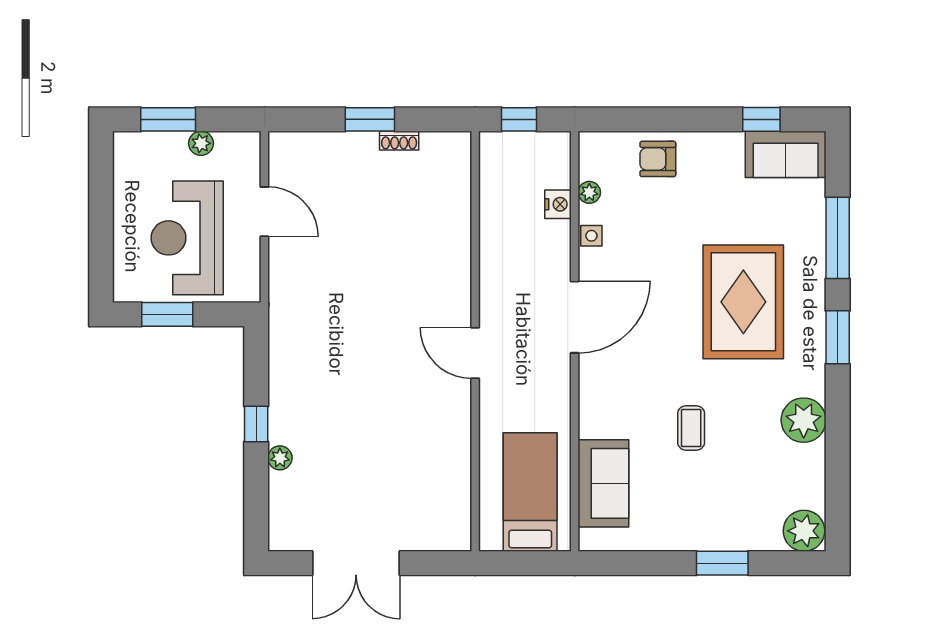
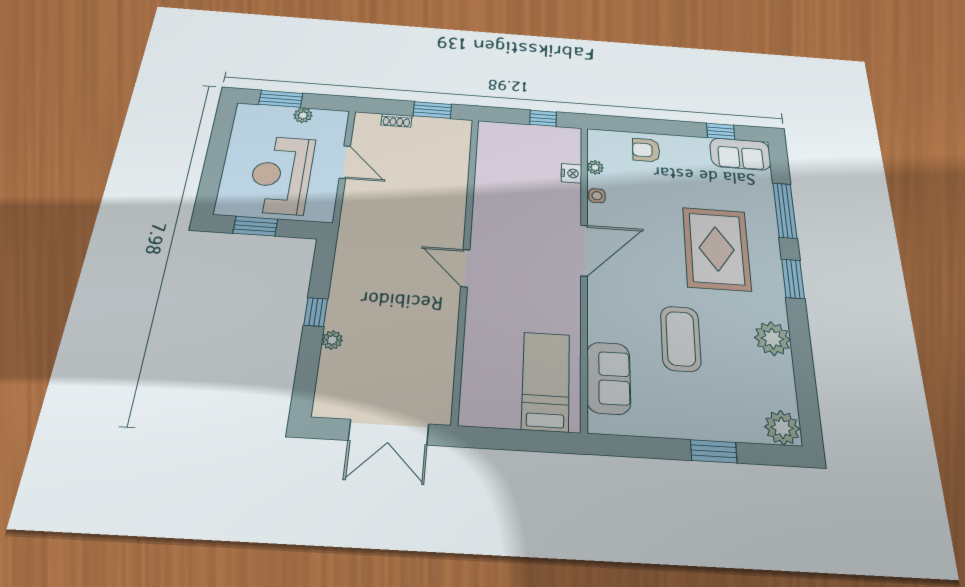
shoe rack: (399, 141) -> (396, 120), moved
wall: (475, 341) -> (466, 260), moved
door: (475, 353) -> (465, 268), moved
coffee table: (691, 428) -> (681, 339), width x1.86, depth x1.72

